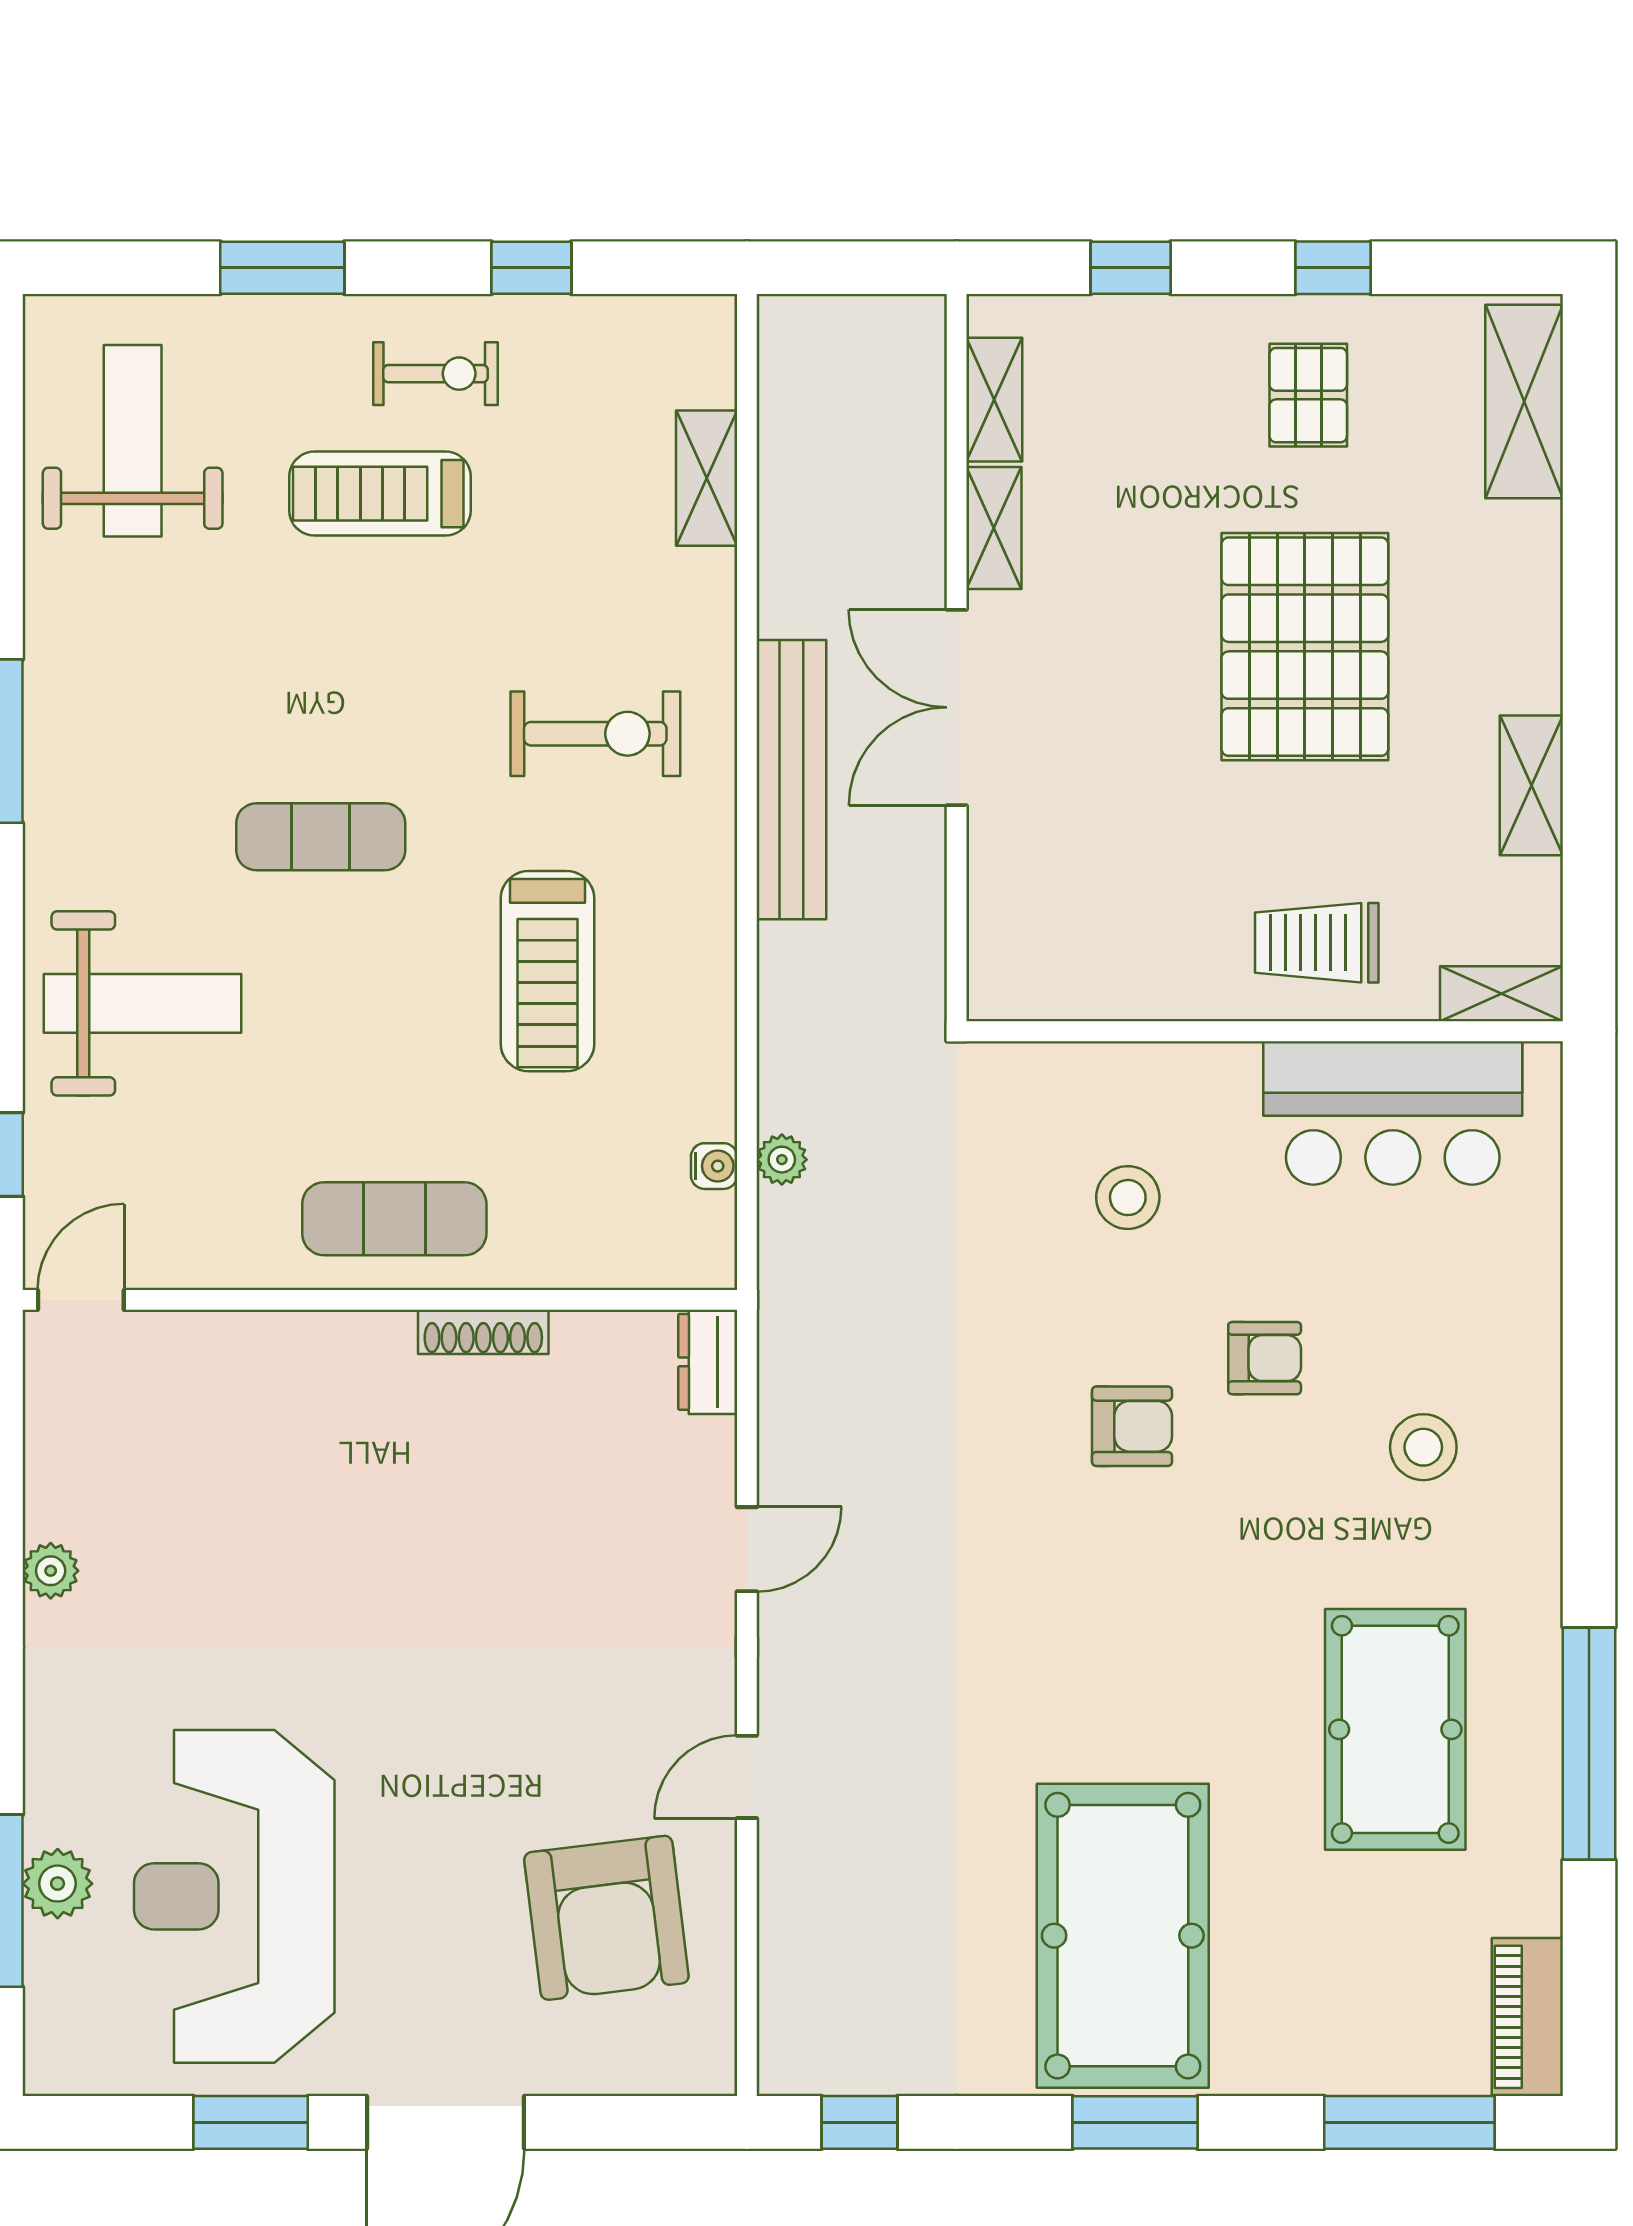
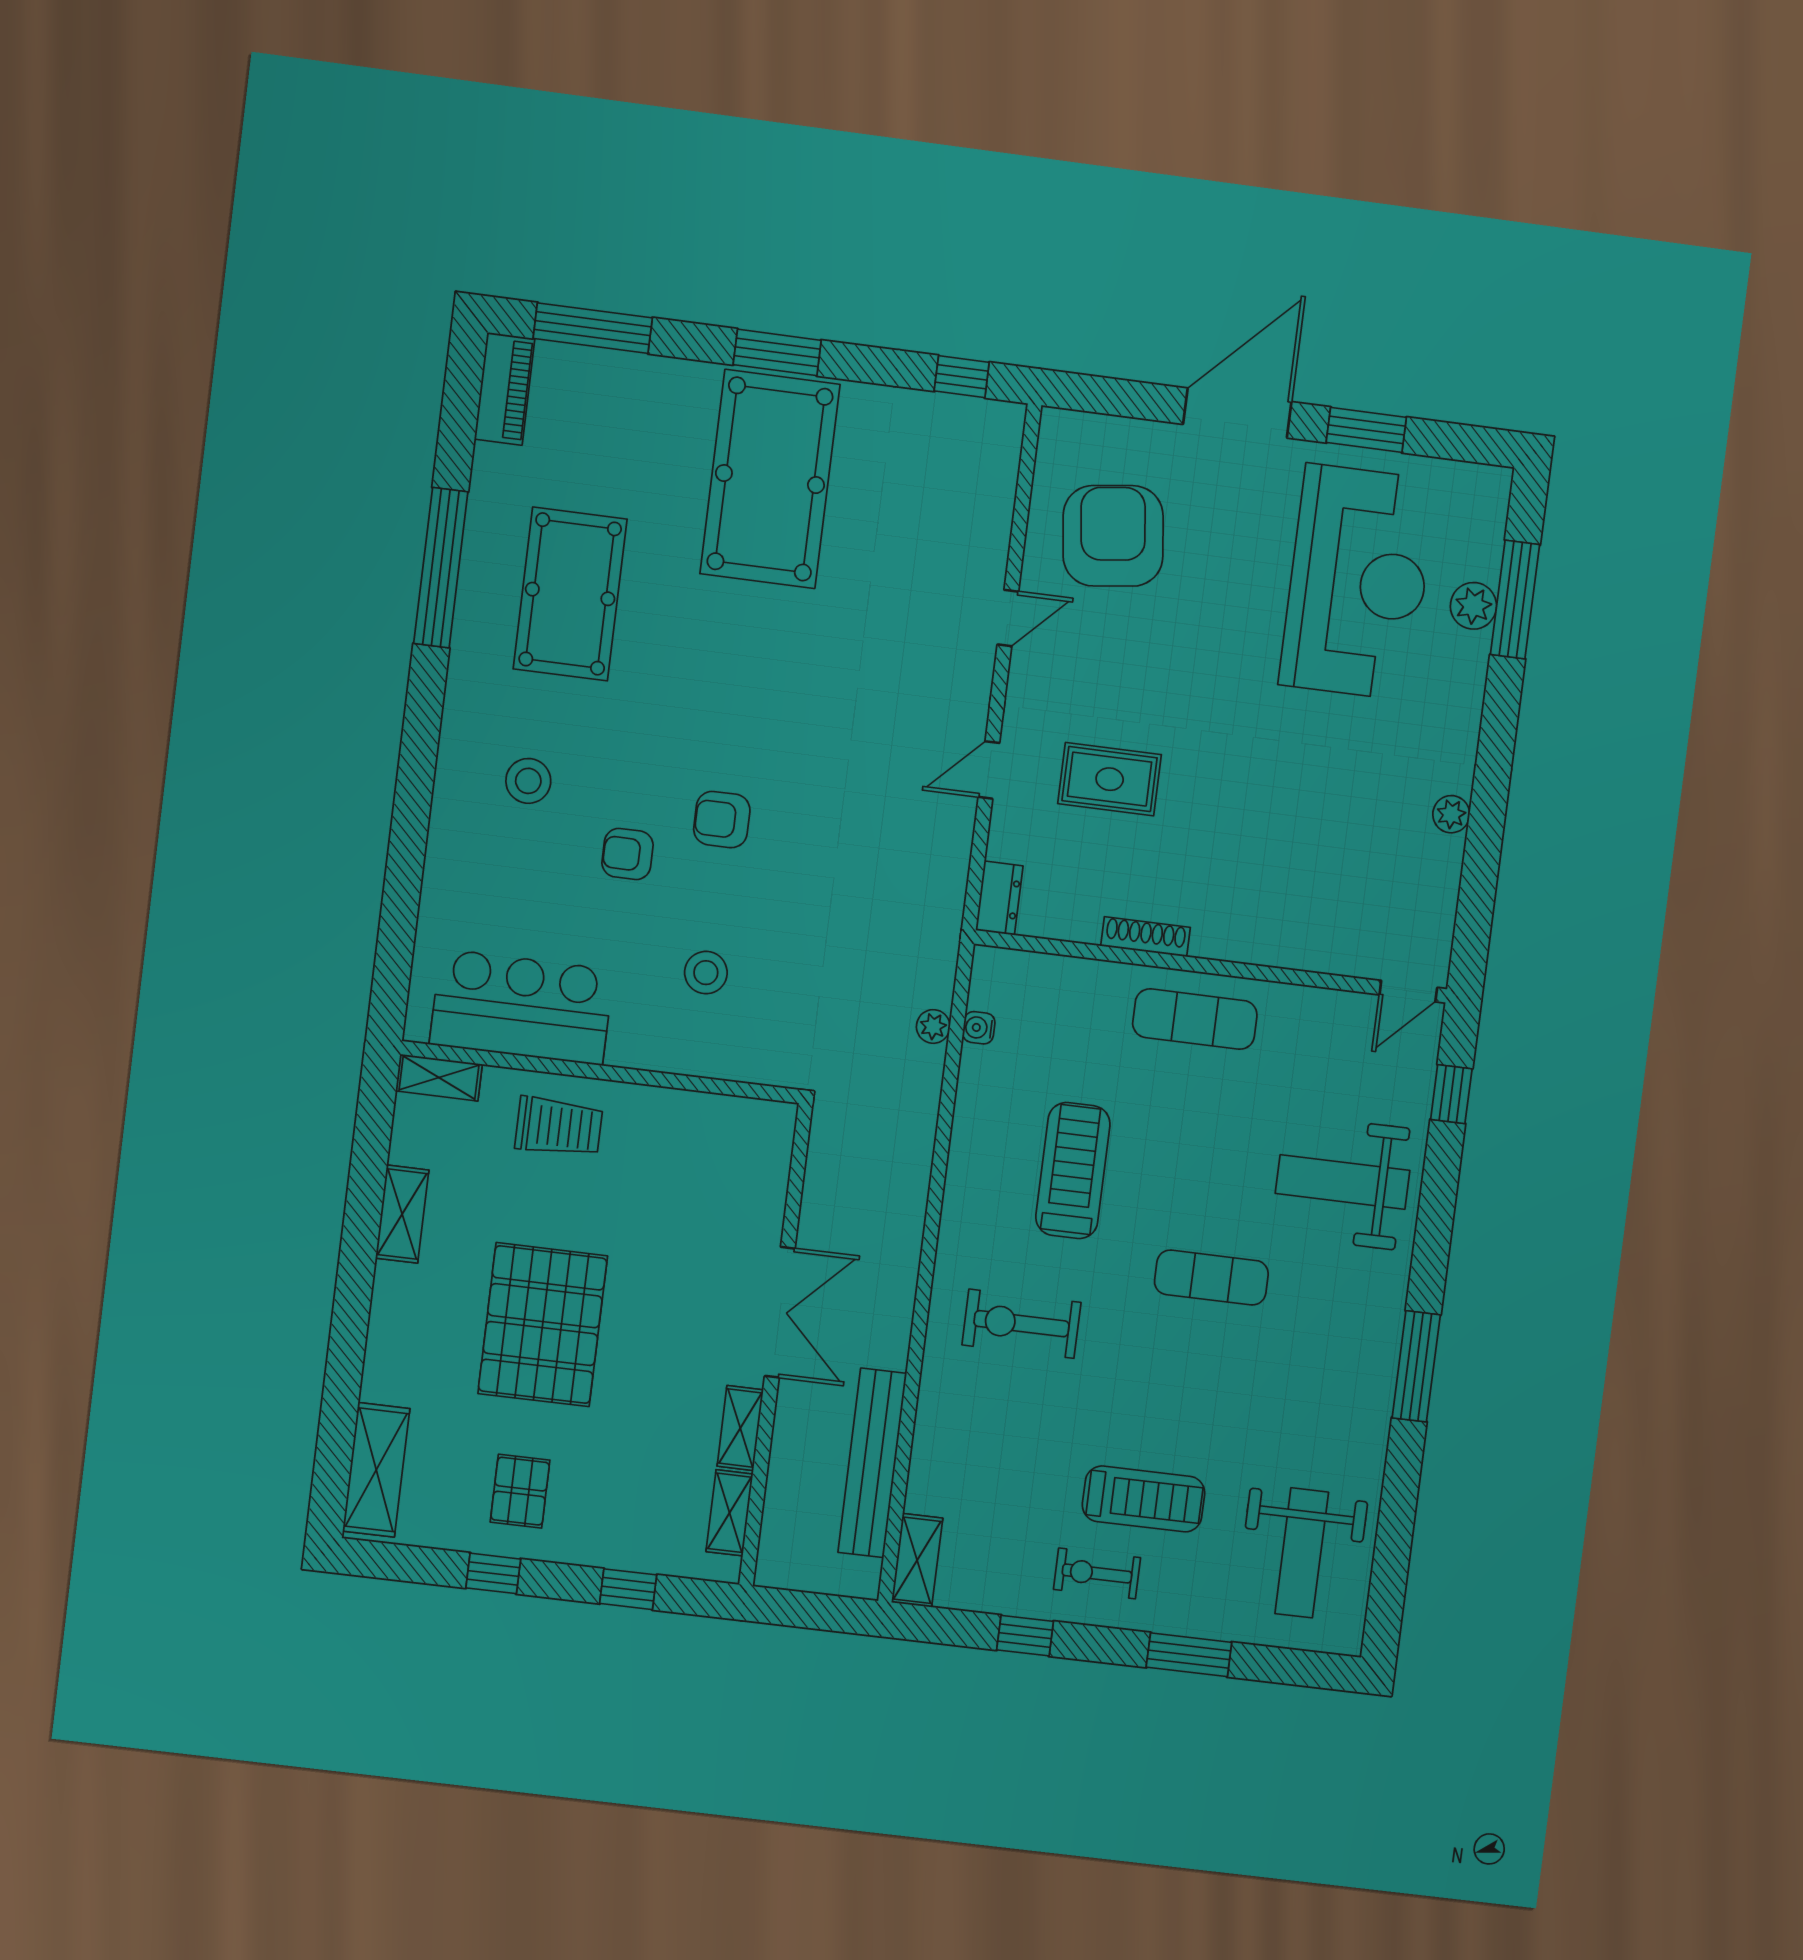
shelving: (707, 478) -> (917, 1560), moved
bench: (791, 780) -> (872, 1463), moved
rug: (566, 1558) -> (1110, 779), added

